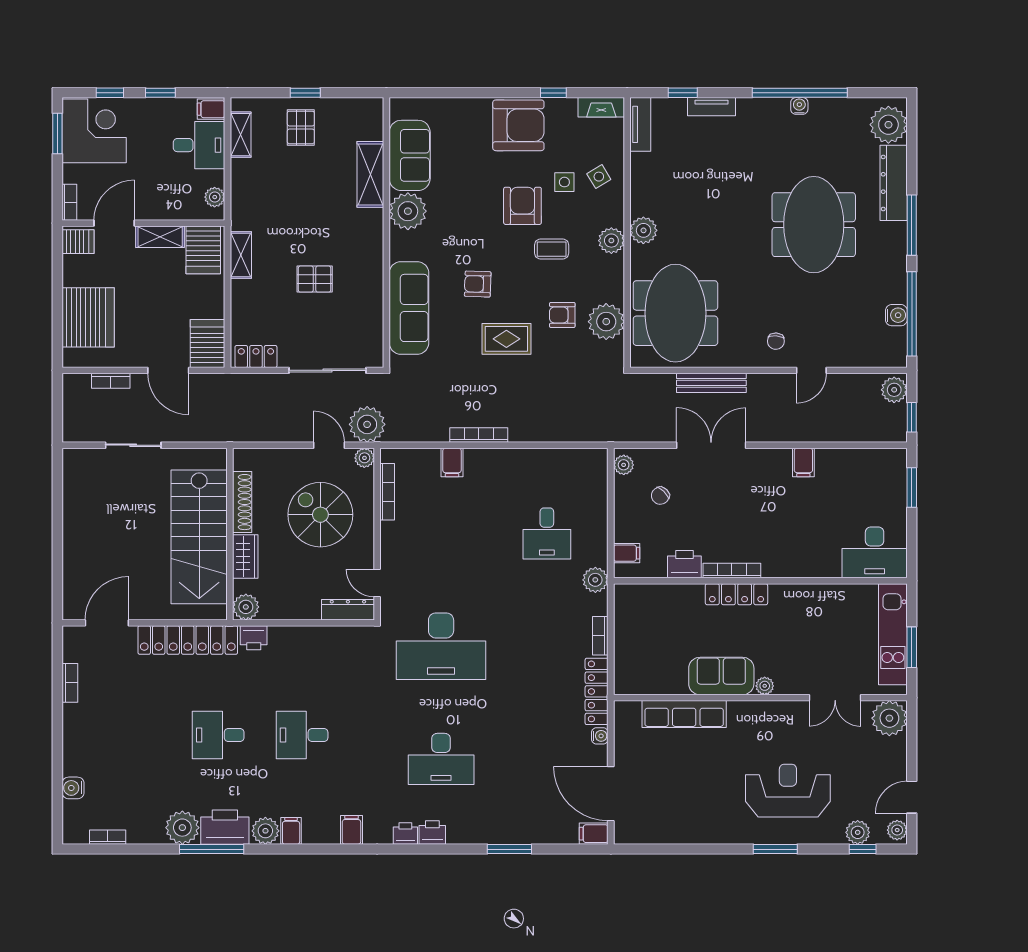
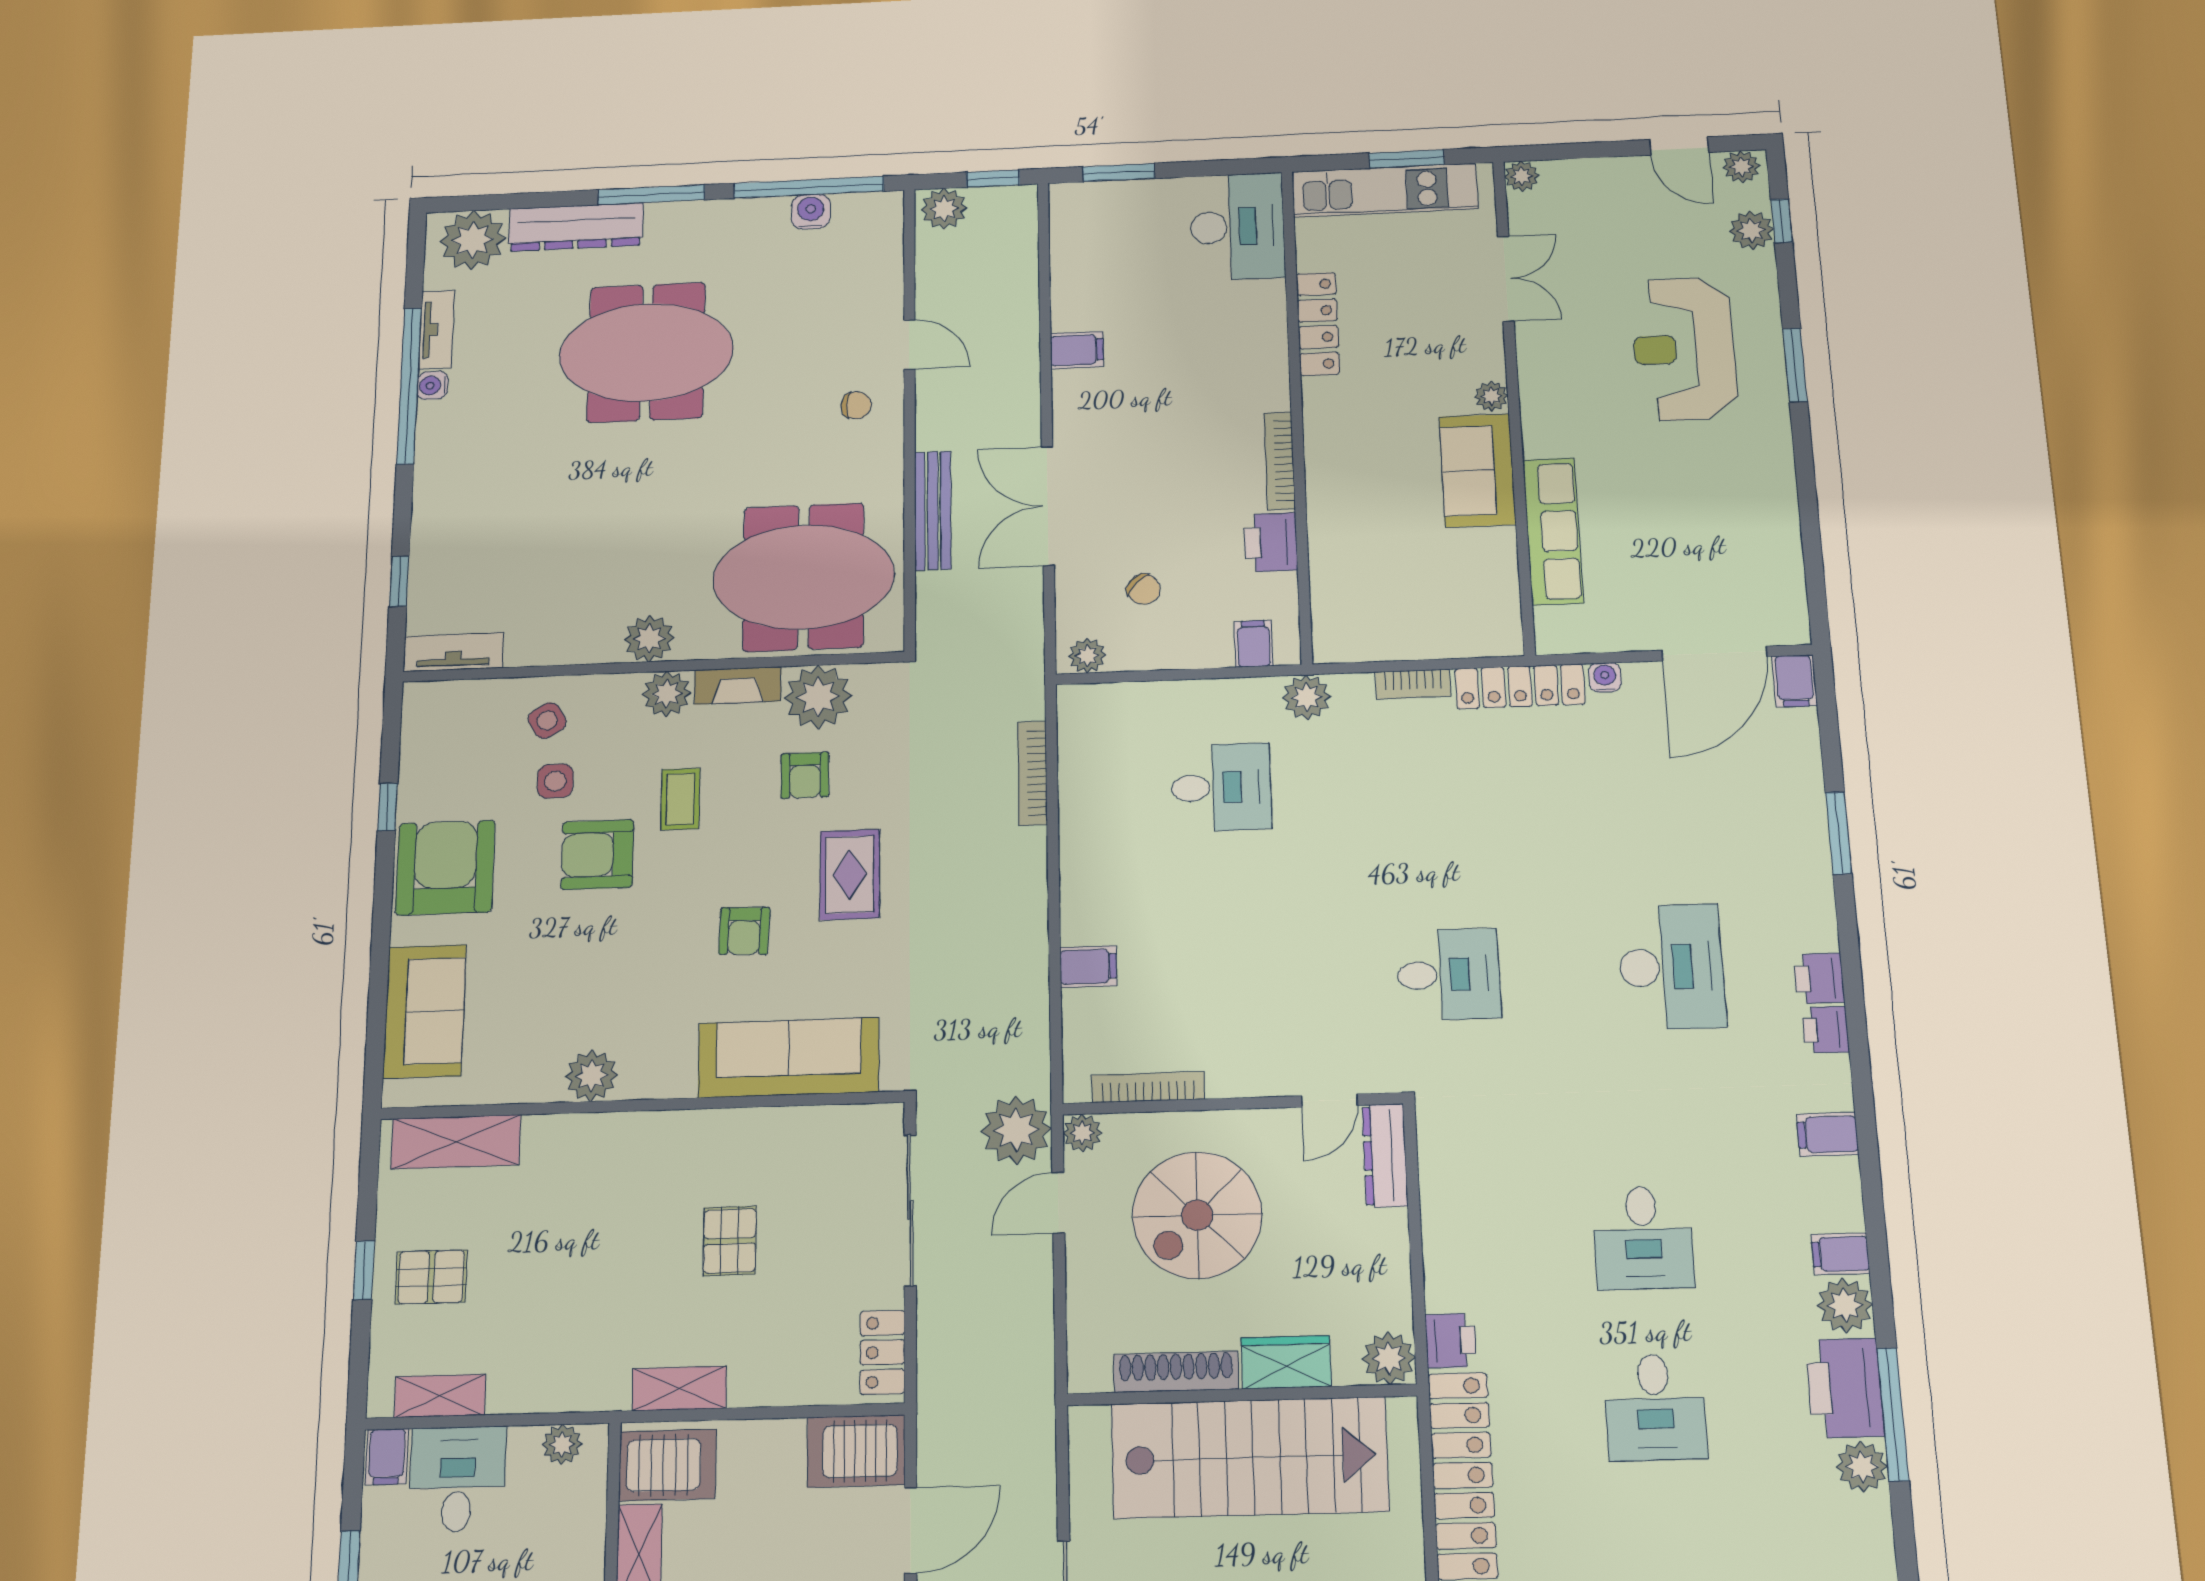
fireplace: (601, 107) -> (738, 686), moved, turned 90
tv unit: (712, 107) -> (436, 330), moved
sofa: (410, 155) -> (425, 1011), moved, turned 90
shelving: (370, 174) -> (456, 1142), moved
plant: (408, 211) -> (592, 1076), width x0.73, depth x0.73
bookcase: (479, 435) -> (1032, 773), moved
locker: (736, 594) -> (1318, 324), moved
desk: (441, 646) -> (1449, 975), width x0.53, depth x0.77
plant: (889, 718) -> (1522, 176), width x0.53, depth x0.53
plant: (182, 828) -> (1862, 1467), width x0.73, depth x0.73

